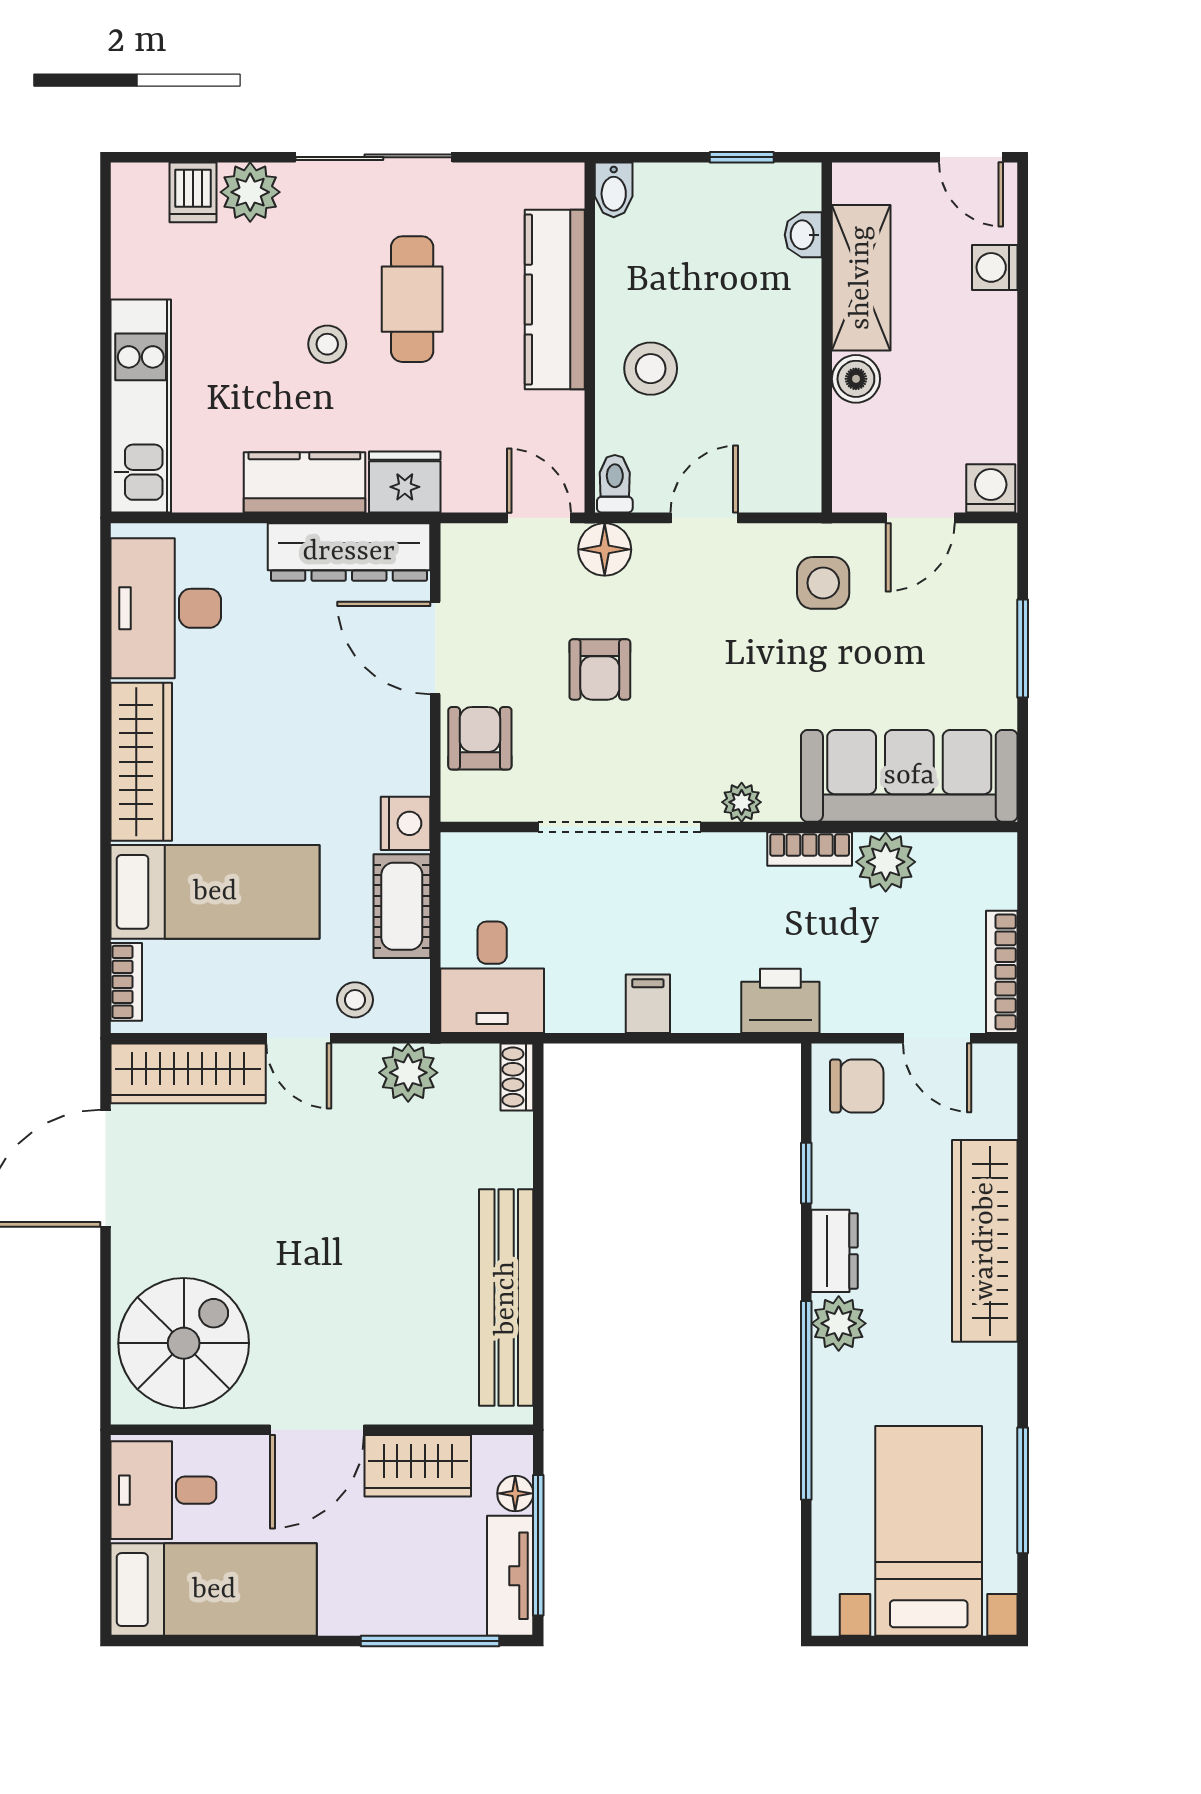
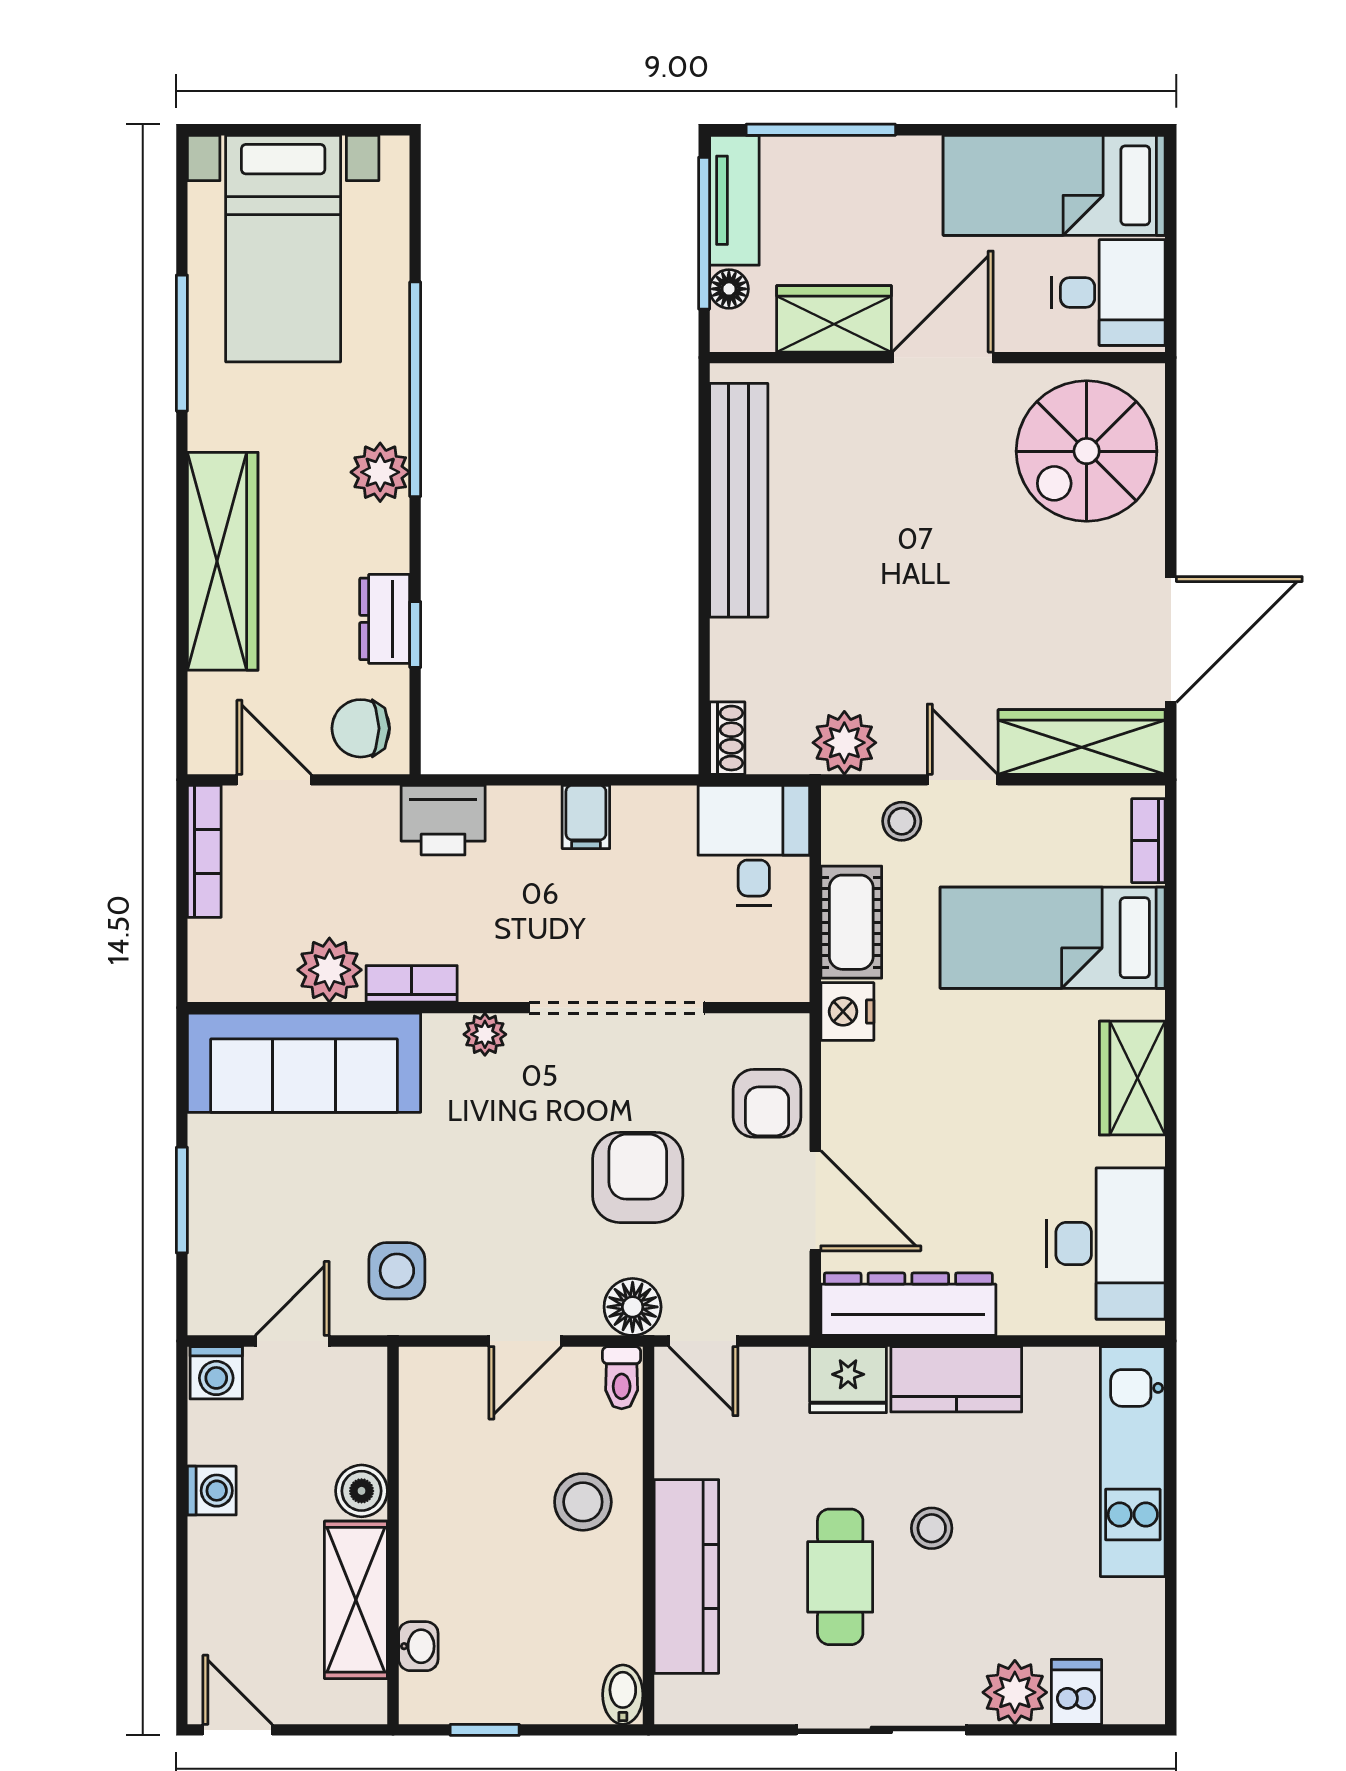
washing machine: (995, 267) -> (212, 1491), moved
armchair: (600, 669) -> (638, 1177), width x1.38, depth x1.38
wardrobe: (141, 762) -> (1132, 1078), width x0.67
dresser: (835, 1251) -> (385, 619), moved
window: (1023, 1490) -> (182, 343), moved

